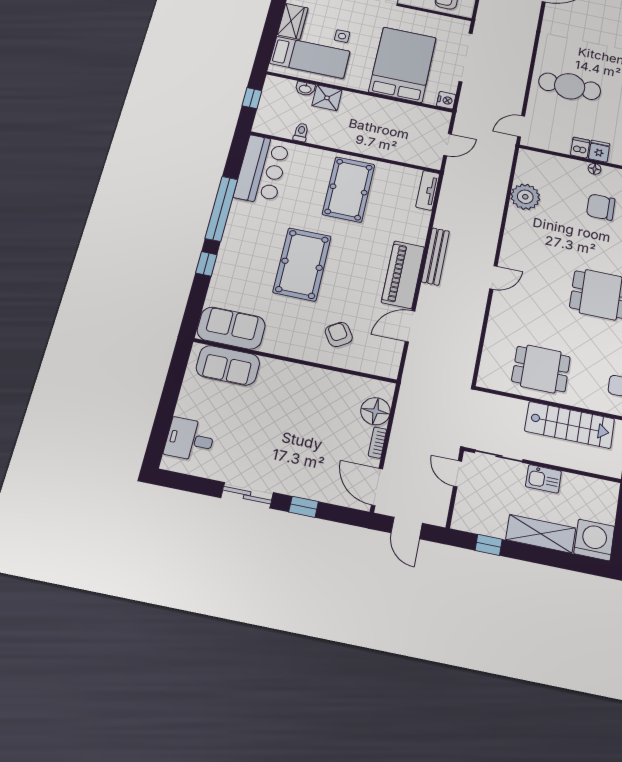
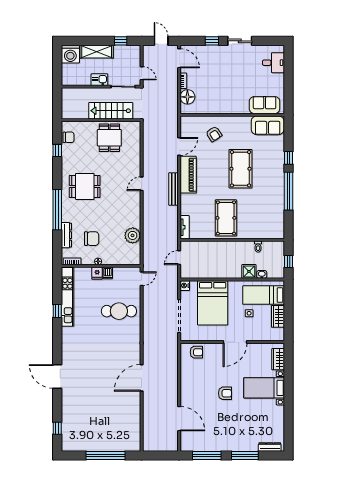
bar counter: (262, 170) -> (273, 219), removed
dining table: (541, 369) -> (109, 138), turned 90
stairs: (570, 425) -> (111, 111), moved

